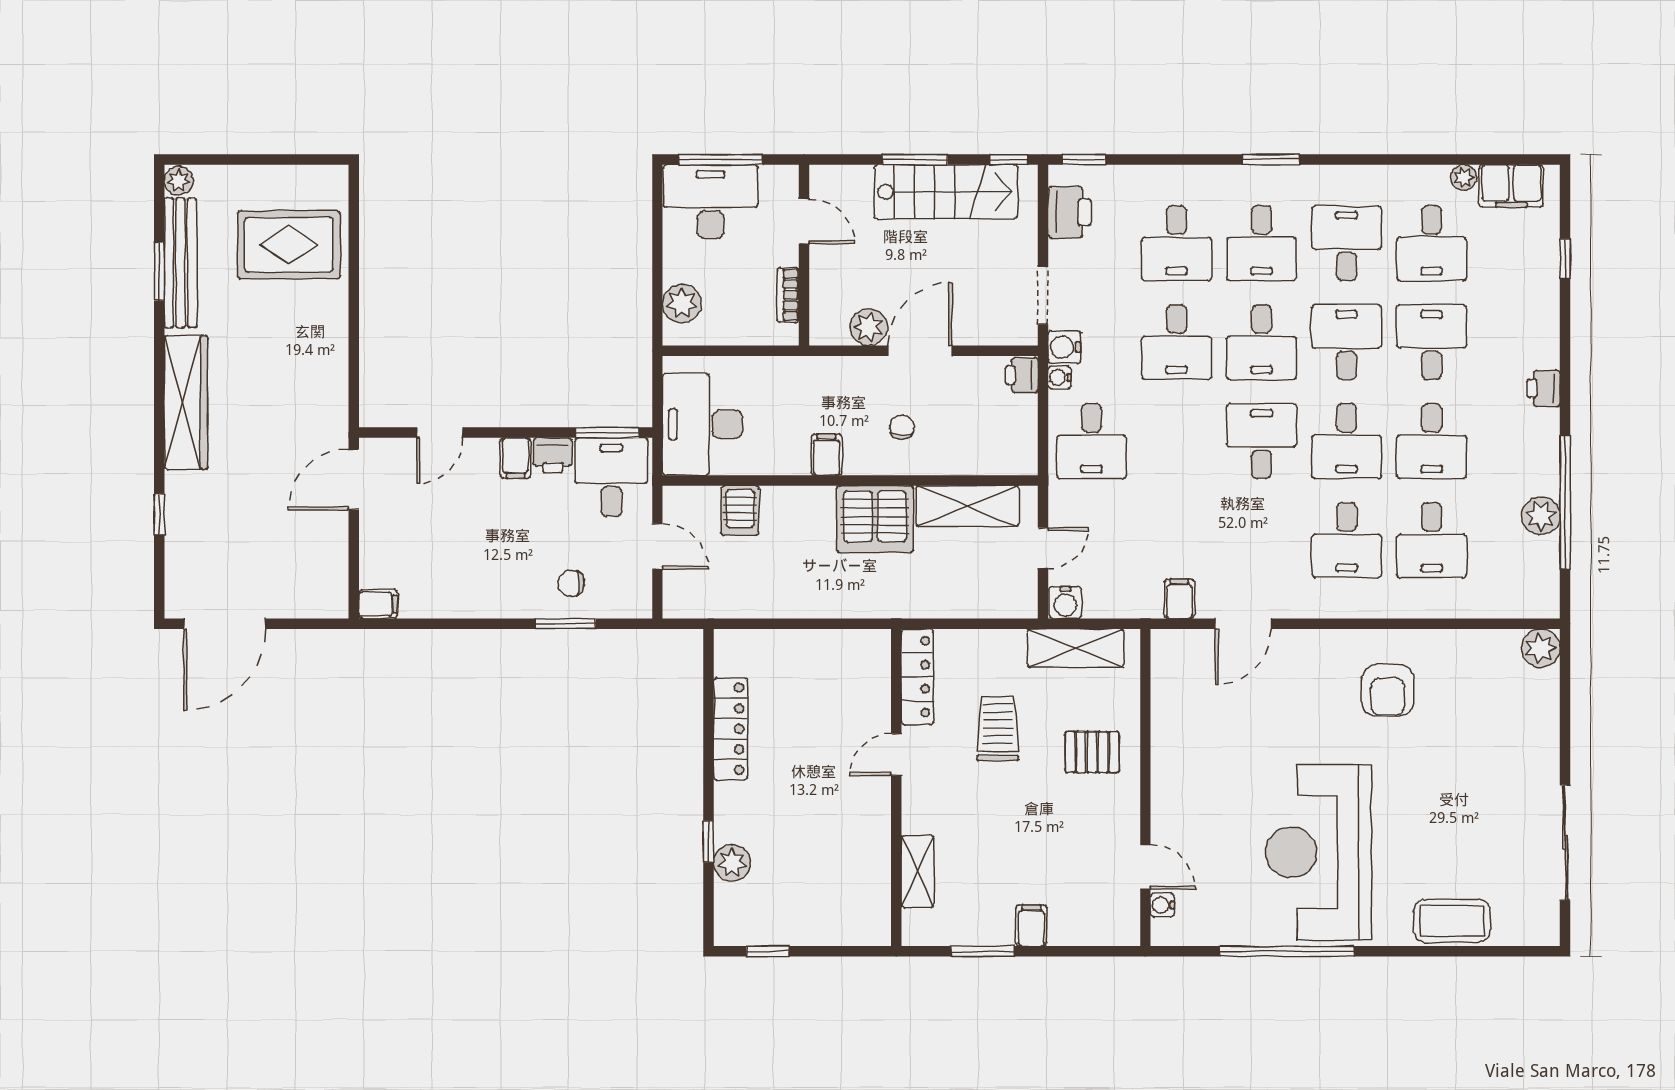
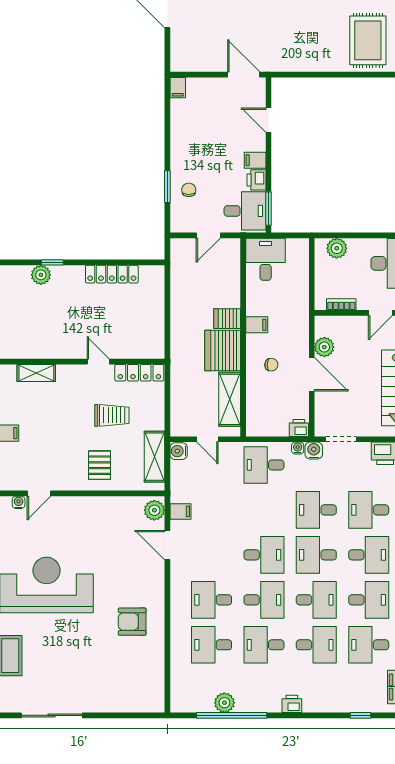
desk: (1262, 243) -> (369, 555), turned 180
desk: (703, 424) -> (266, 259), width x0.73
desk: (1347, 441) -> (264, 600), turned 180
server rack: (740, 511) -> (227, 319), moved
plant: (1541, 648) -> (154, 510), moved

